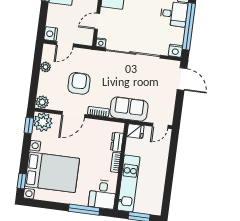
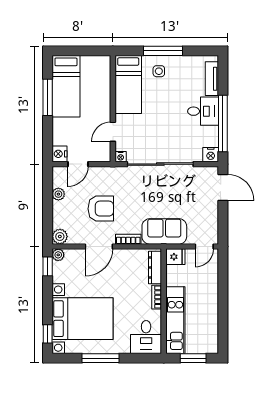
armchair: (79, 83) -> (101, 209), turned 90
plant: (43, 122) -> (58, 255), width x0.53, depth x0.53
dresser: (117, 142) -> (155, 268), width x1.44
window: (84, 210) -> (101, 358), moved

